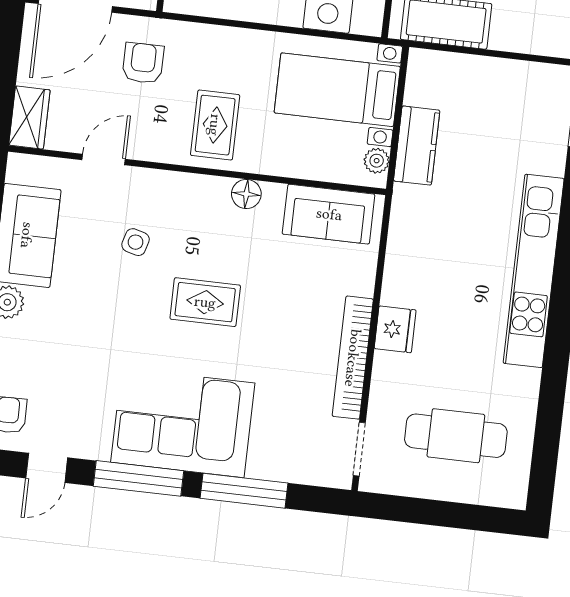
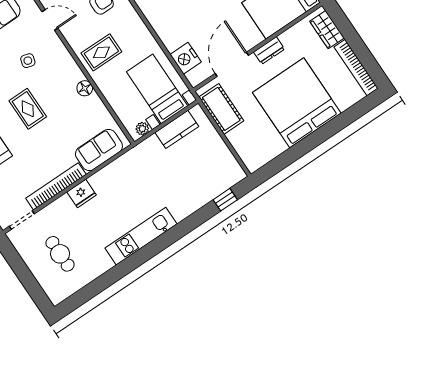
kitchen counter: (417, 146) -> (177, 129), moved
sofa: (329, 214) -> (99, 150), moved, turned 90
kitchen unit: (534, 271) -> (141, 236), width x0.73
cafe table: (456, 436) -> (60, 254), width x0.73, depth x0.74

